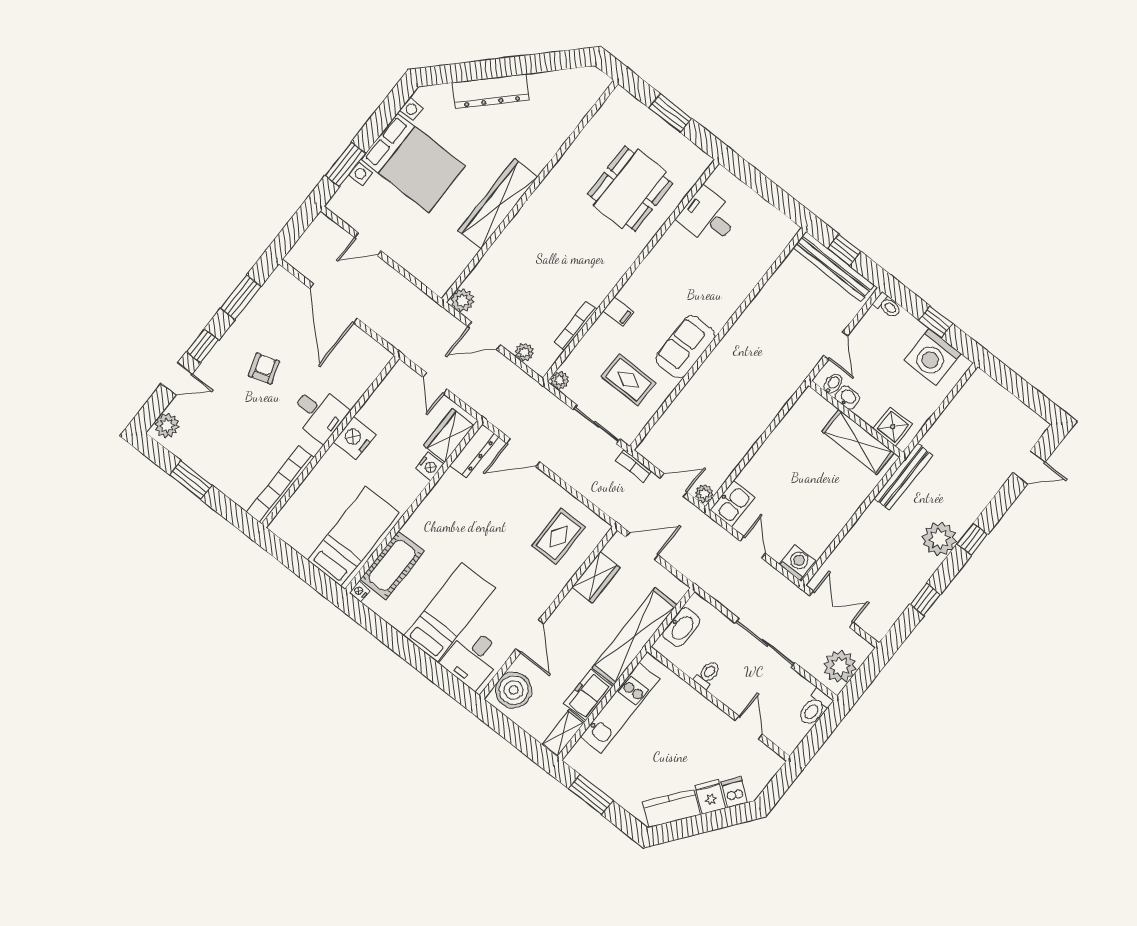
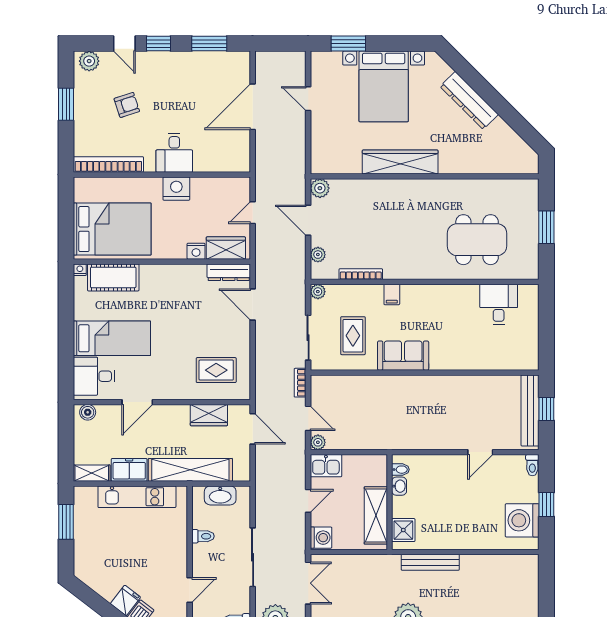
armchair: (264, 369) -> (127, 105), moved
bidet: (833, 384) -> (400, 470), moved
washbasin: (848, 398) -> (399, 486), moved
wall: (856, 419) -> (389, 502), moved
shower: (893, 427) -> (403, 530), moved
shelving: (858, 442) -> (376, 515), moved
bed: (353, 536) -> (112, 229), width x1.50
boiler: (514, 690) -> (88, 412), width x0.54, depth x0.54
kitchen counter: (671, 808) -> (98, 581), removed

